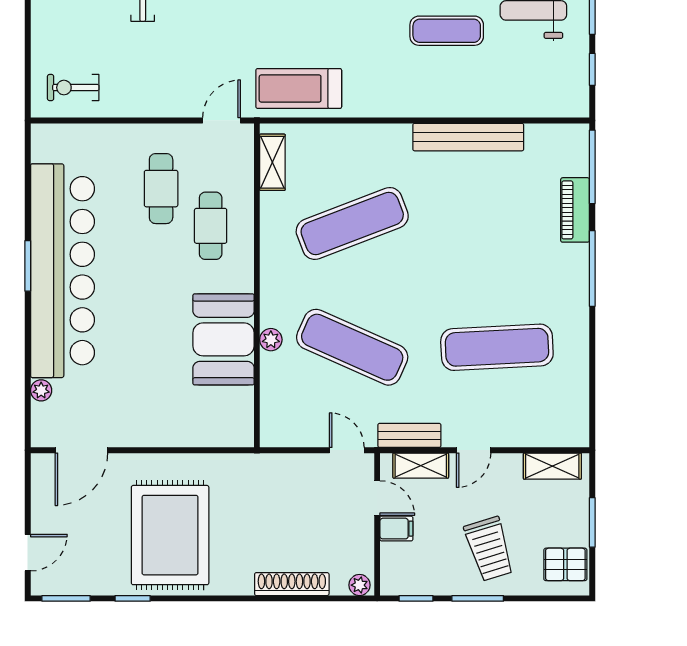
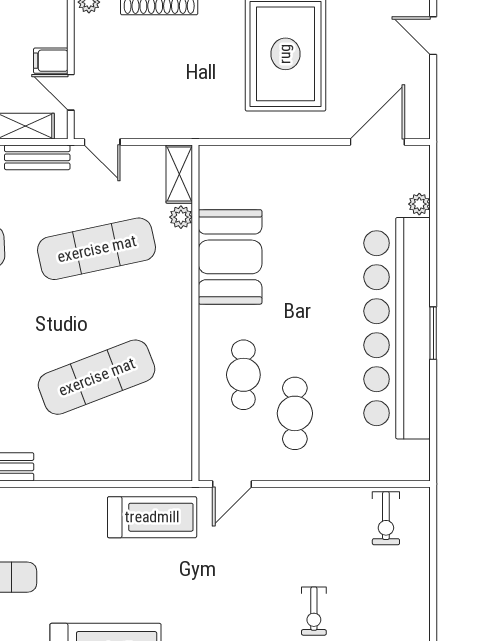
exercise bike: (73, 88) -> (386, 518), turned 90
shelving: (272, 162) -> (179, 174), moved
plant: (271, 340) -> (181, 217), moved
exercise mat: (352, 347) -> (97, 249), turned -36
door: (28, 553) -> (433, 36), hinge flipped

